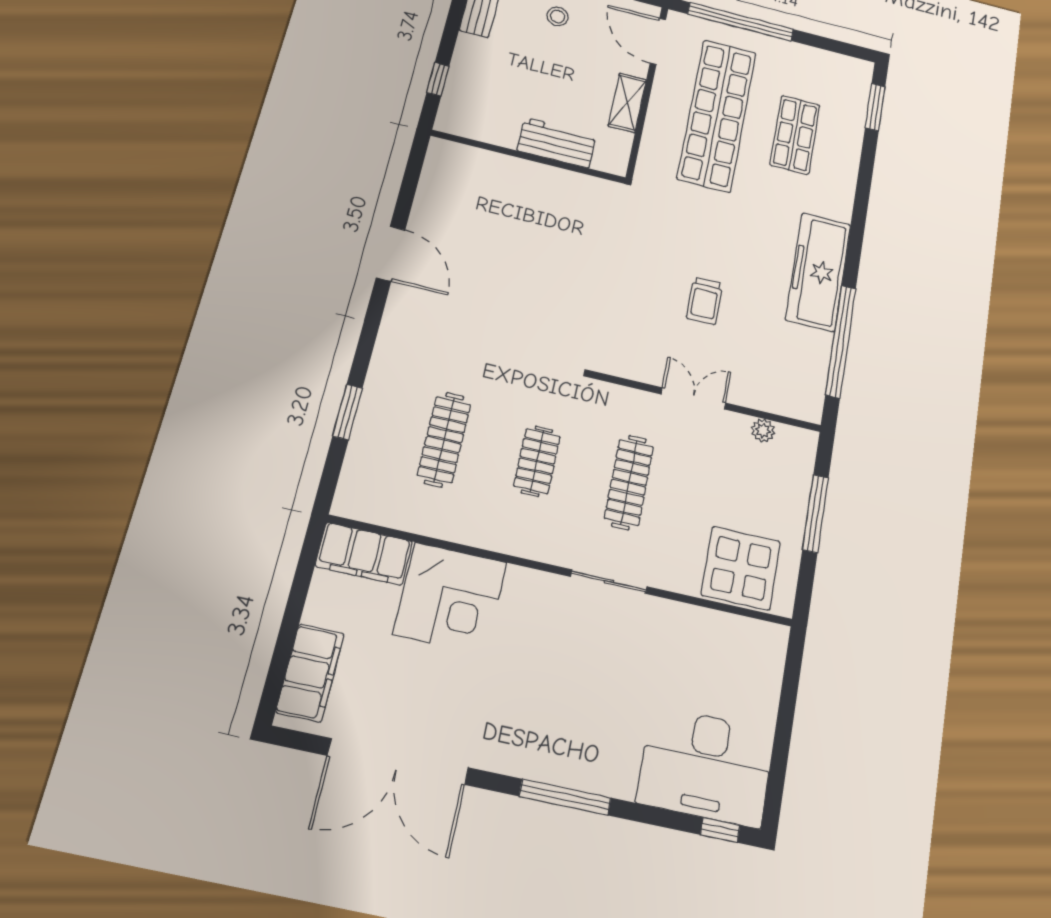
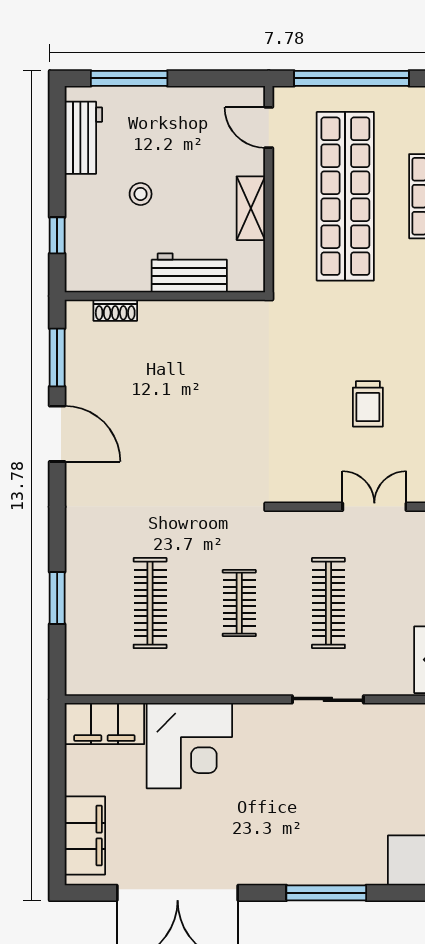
stool: (558, 17) -> (141, 194), moved
door: (658, 41) -> (269, 128), width x0.73
shoe rack: (477, 157) -> (115, 310), added
window: (409, 185) -> (57, 358), added

